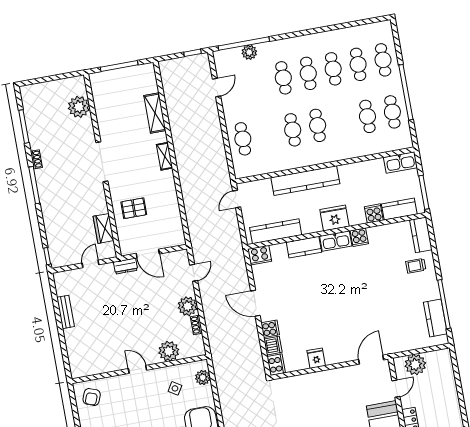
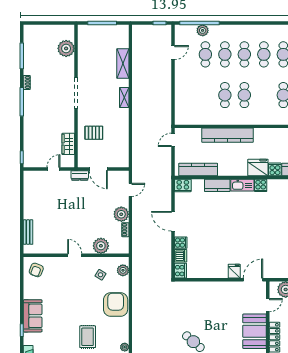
cafe table: (243, 139) -> (205, 54), moved
fridge: (335, 218) -> (258, 167), moved
bench: (66, 312) -> (28, 232), moved
fridge: (316, 358) -> (234, 271), moved

